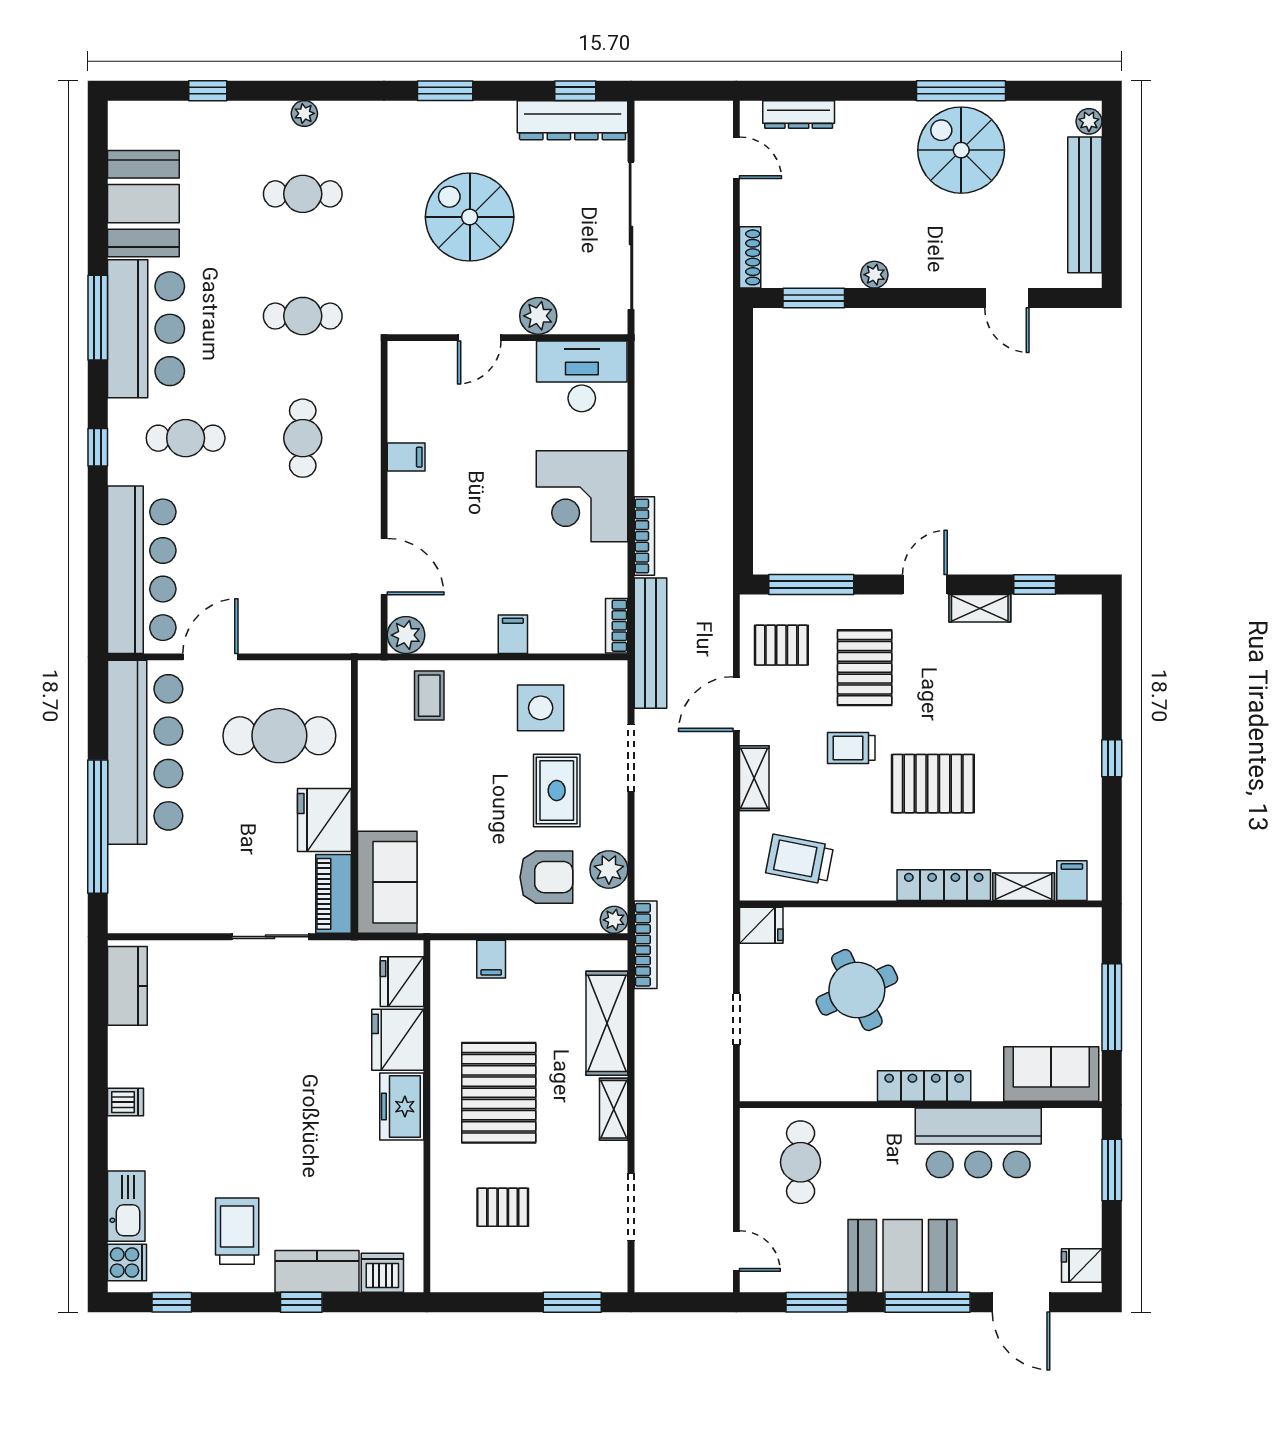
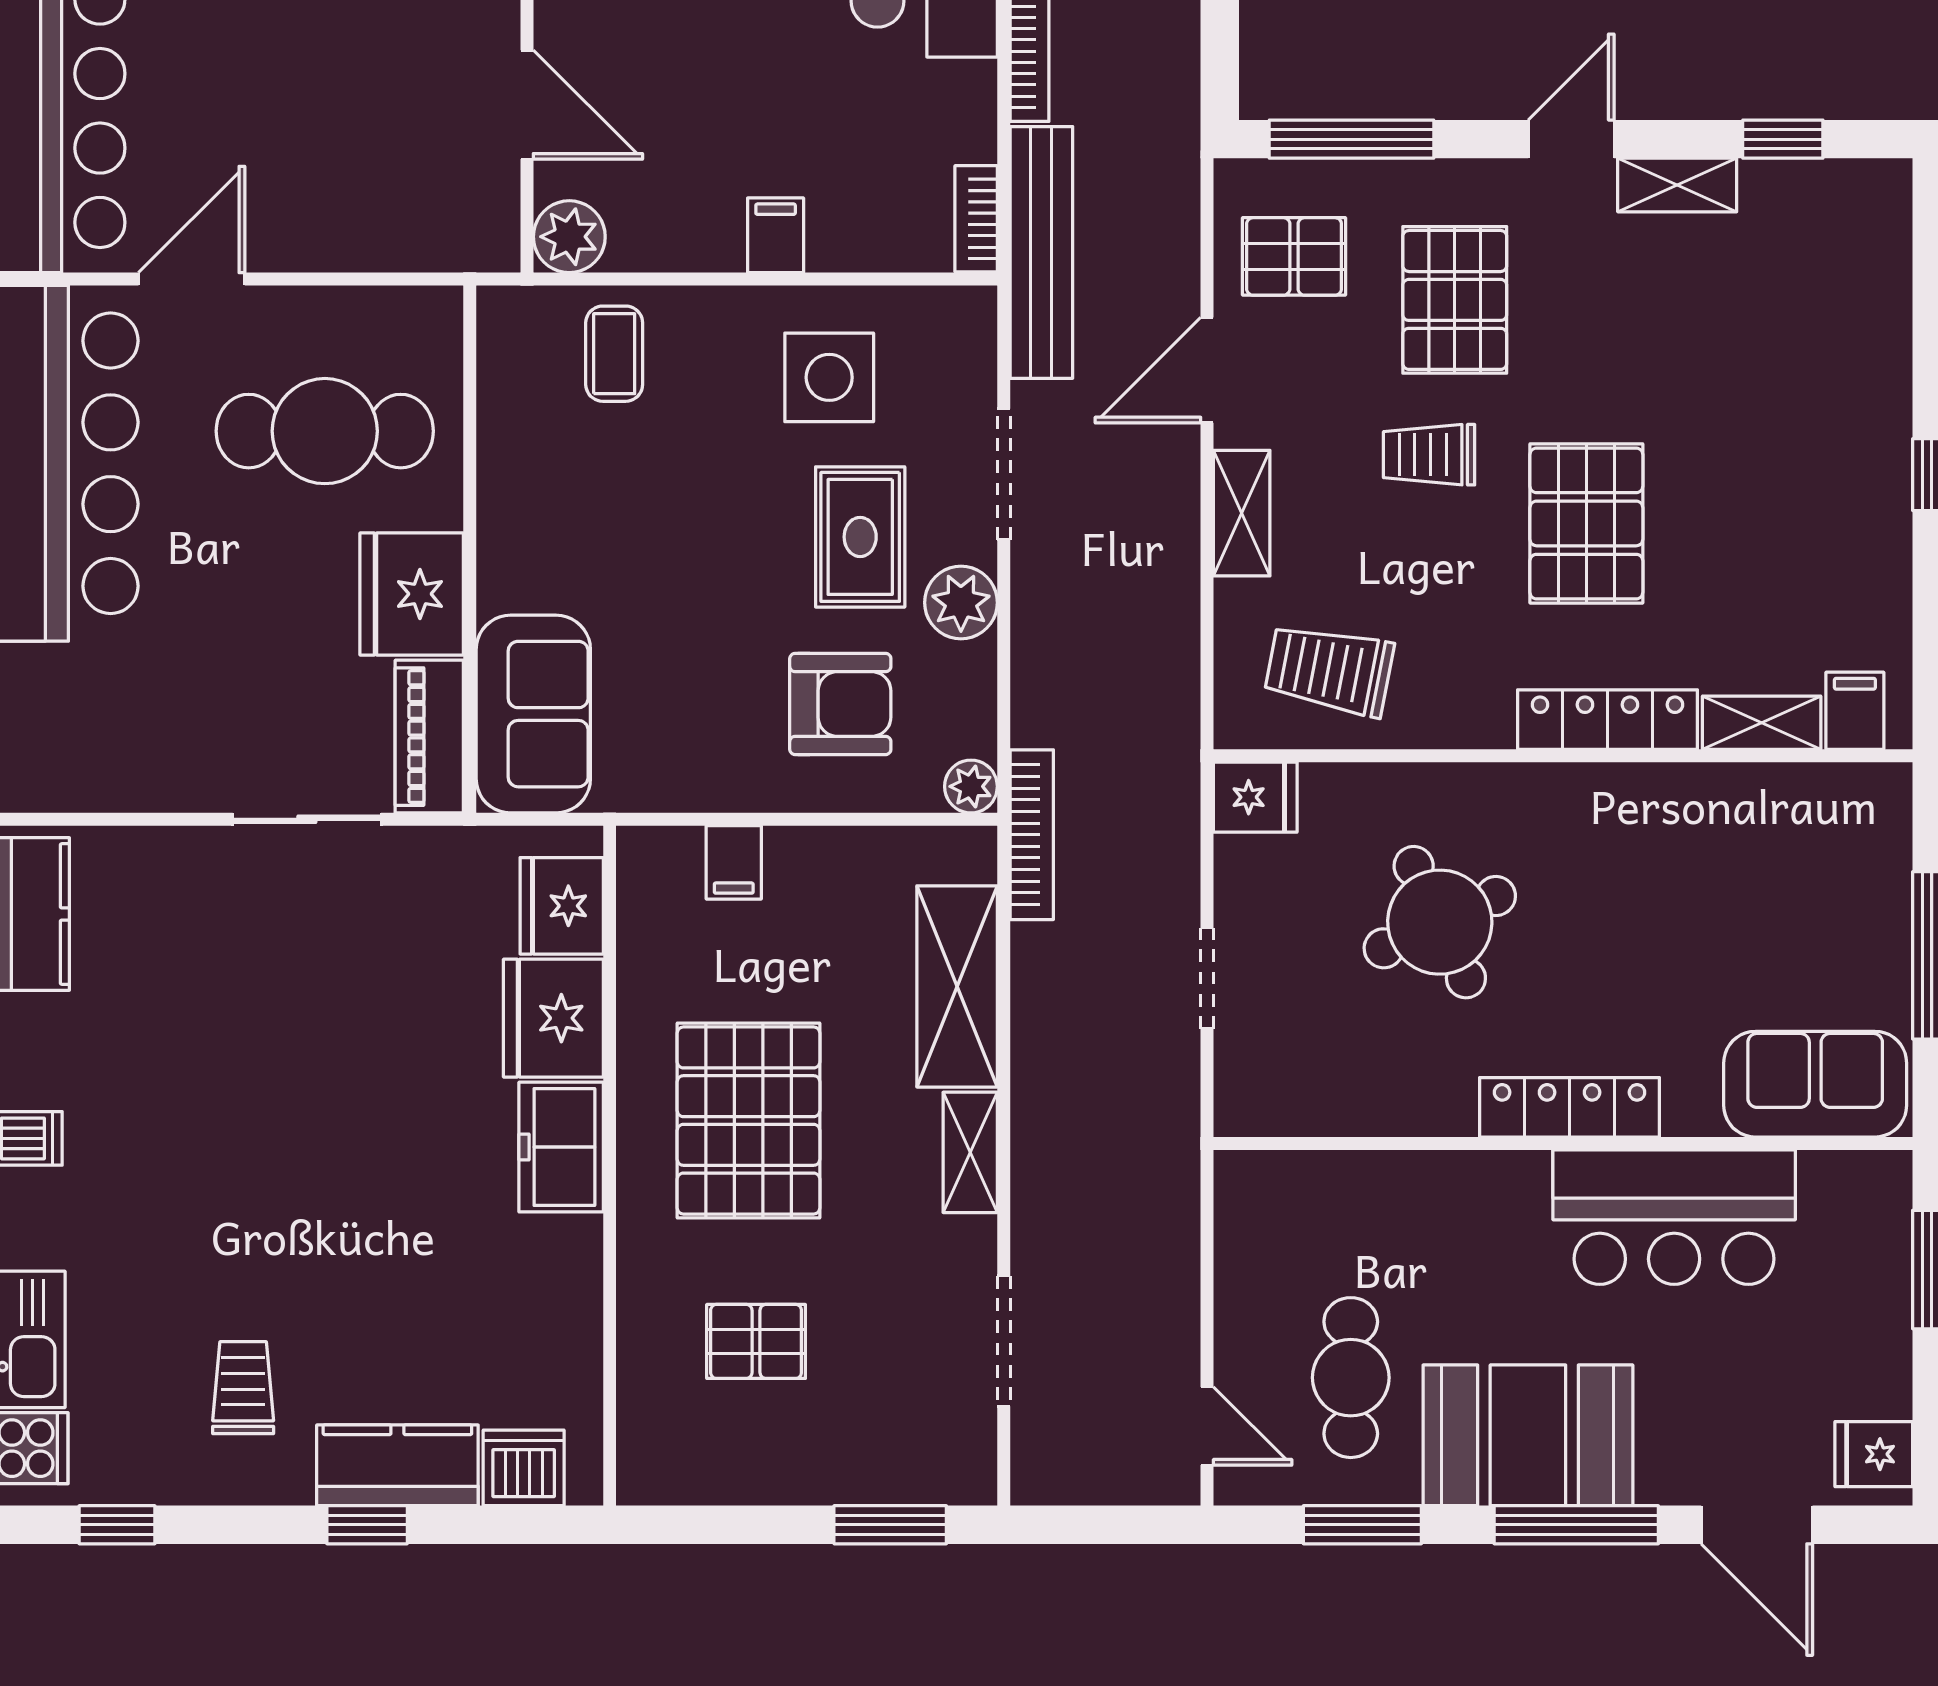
pallet: (933, 784) -> (1586, 523), turned 90
plant: (609, 869) -> (961, 603), moved
cafe table: (801, 1162) -> (1351, 1378), moved
trolley: (237, 1231) -> (243, 1388), width x0.73, depth x0.72

